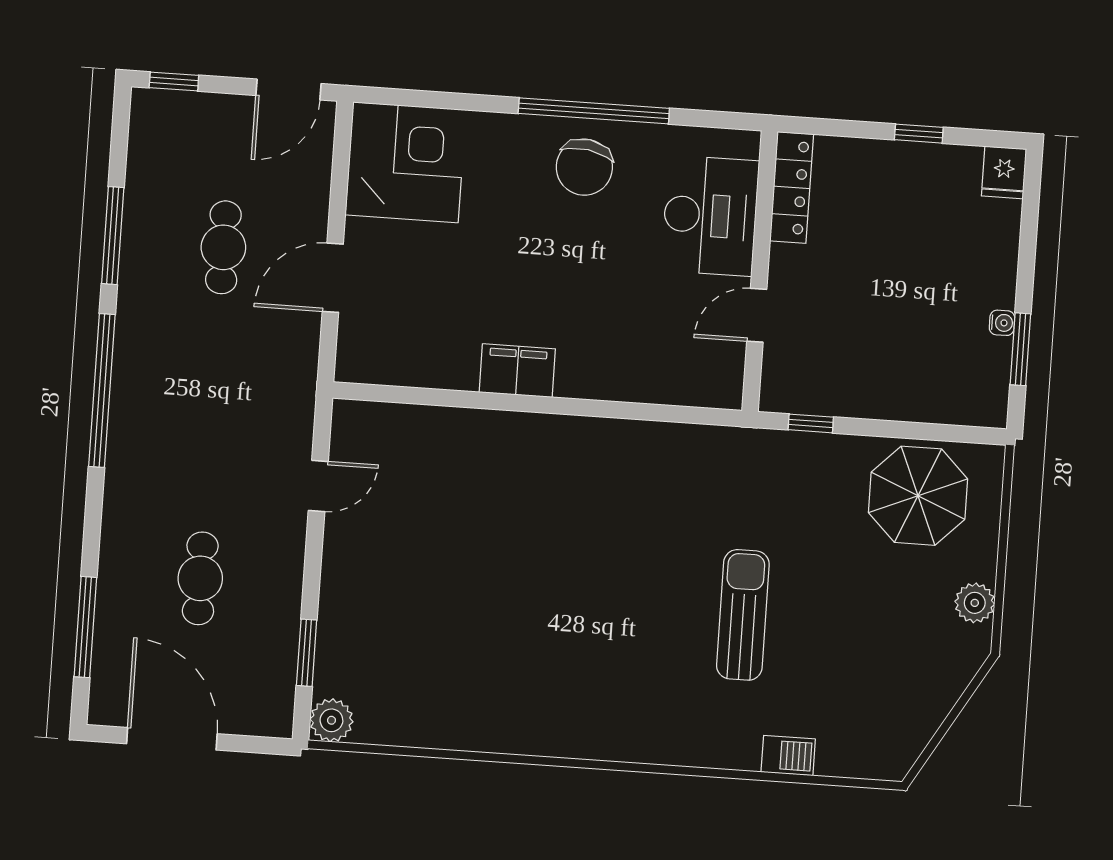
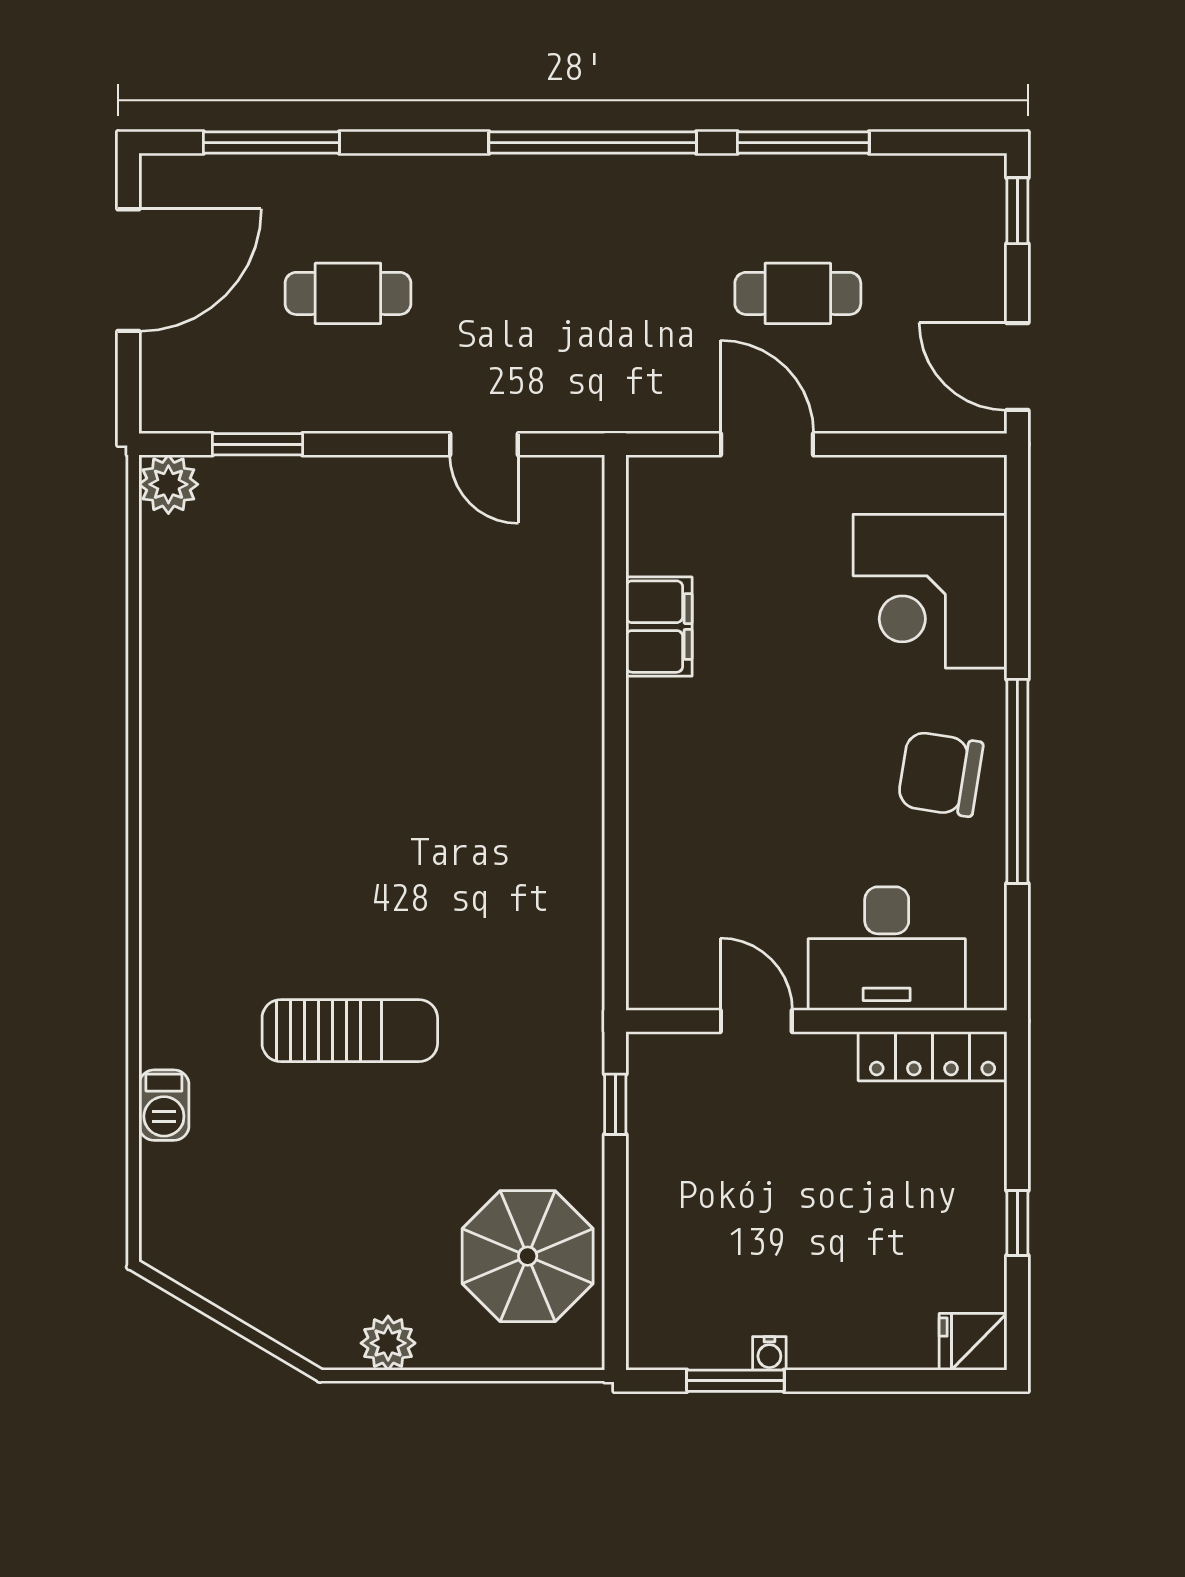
corner desk: (406, 162) -> (930, 591), moved, turned 90
filing cabinet: (517, 371) -> (659, 627), moved

